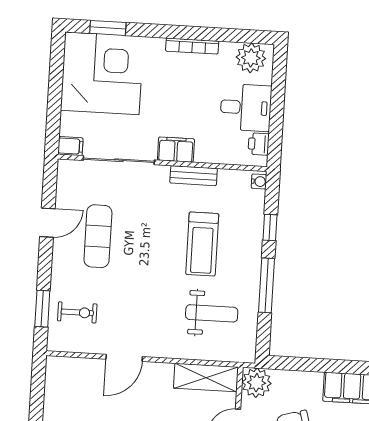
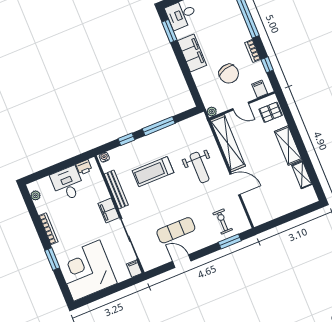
window: (108, 28) -> (52, 259), moved
plant: (251, 58) -> (36, 195), width x0.53, depth x0.53
bench: (194, 176) -> (116, 190), width x1.36
treadmill: (202, 244) -> (153, 172), turned 180
weight bench: (212, 313) -> (200, 167), moved, turned 180
shelving: (206, 378) -> (228, 143), width x1.47
plant: (256, 383) -> (212, 112), width x0.53, depth x0.53

